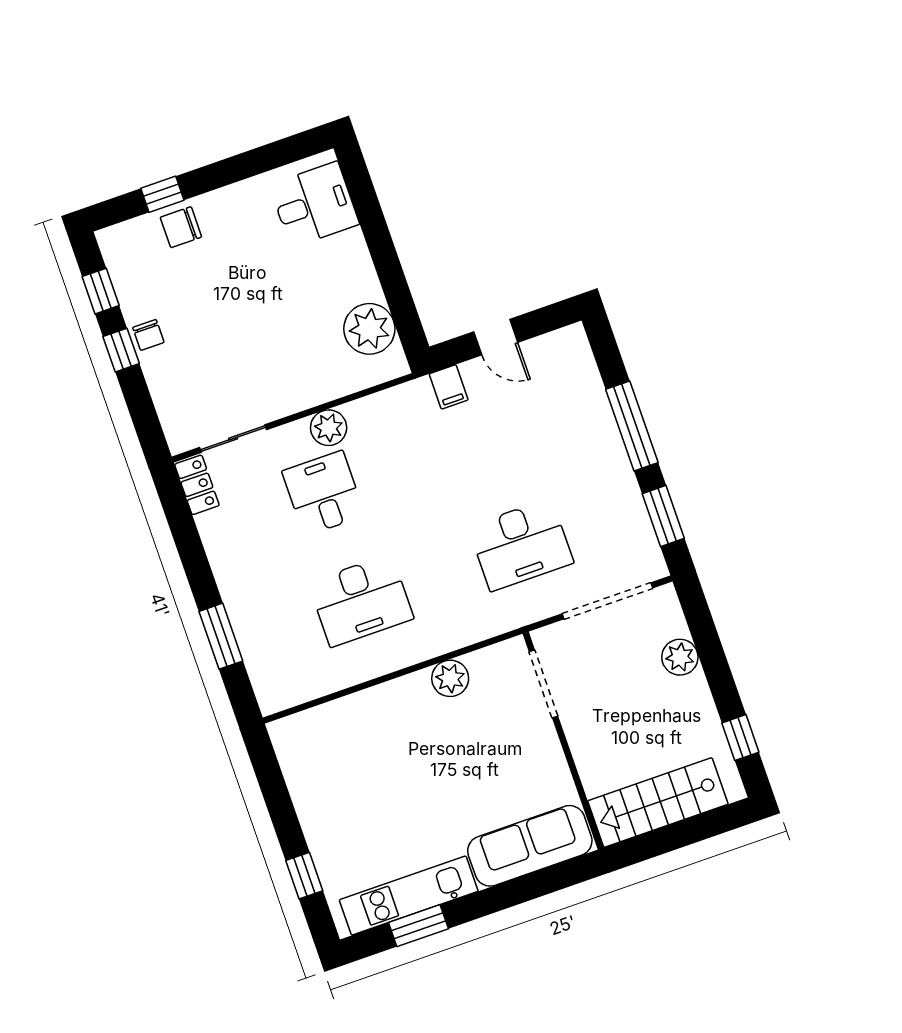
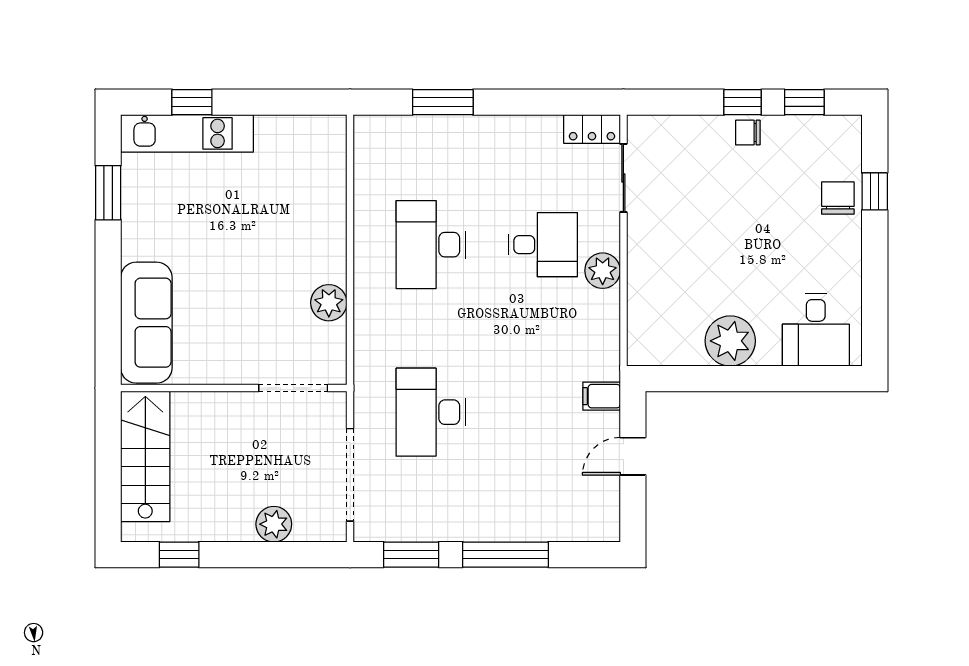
plant: (369, 329) -> (730, 341), moved
kitchen unit: (409, 895) -> (187, 133), moved, turned 90

